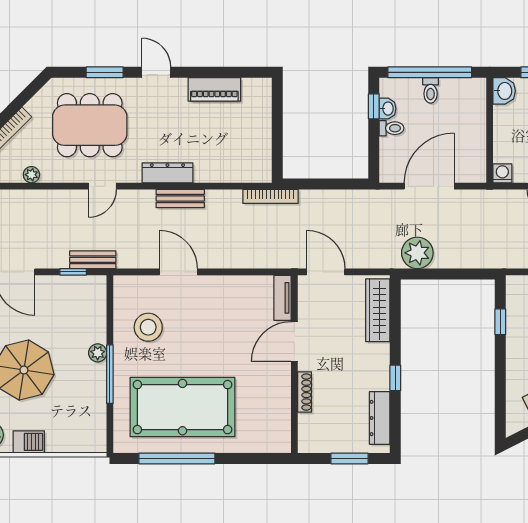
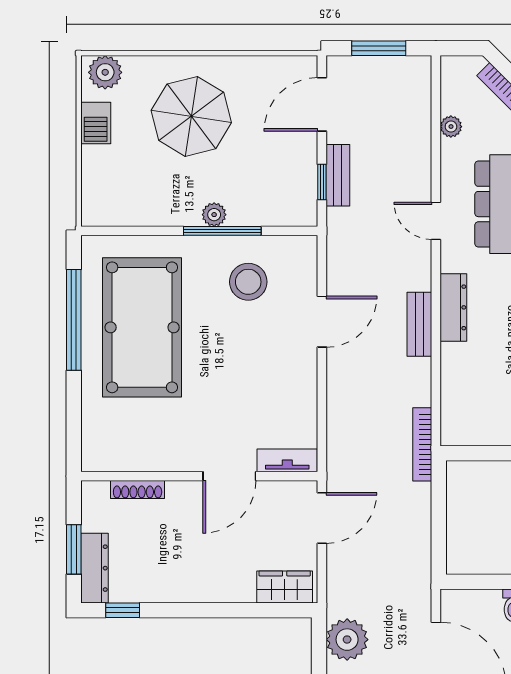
bench: (93, 260) -> (338, 175), moved
wardrobe: (378, 310) -> (285, 587), width x0.67
door: (294, 341) -> (229, 476), swing flipped
window: (110, 374) -> (222, 231), moved
window: (395, 378) -> (123, 610), moved
shoe rack: (305, 392) -> (138, 490), moved
dresser: (380, 418) -> (95, 568), moved, turned 90

